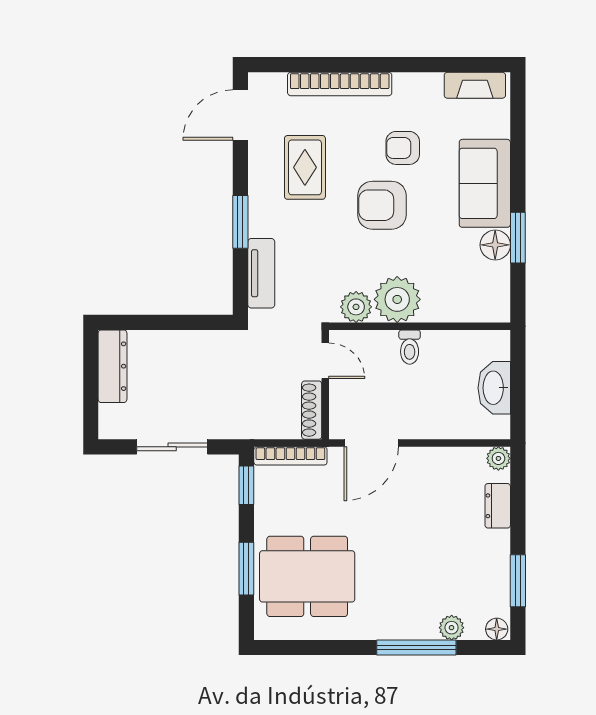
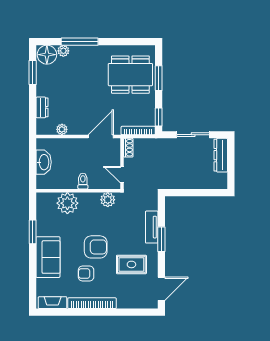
bookcase: (340, 84) -> (92, 303), moved
armchair: (403, 148) -> (86, 274), turned 180
rug: (305, 167) -> (131, 264), turned 90
floor lamp: (495, 245) -> (43, 228), removed
tv unit: (261, 273) -> (152, 227), moved
plant: (397, 299) -> (67, 203), moved
dresser: (112, 366) -> (221, 155), moved
shoe rack: (312, 410) -> (128, 148), width x0.70
plant: (498, 458) -> (62, 129), moved
floor lamp: (497, 629) -> (47, 55), width x1.89, depth x1.89

